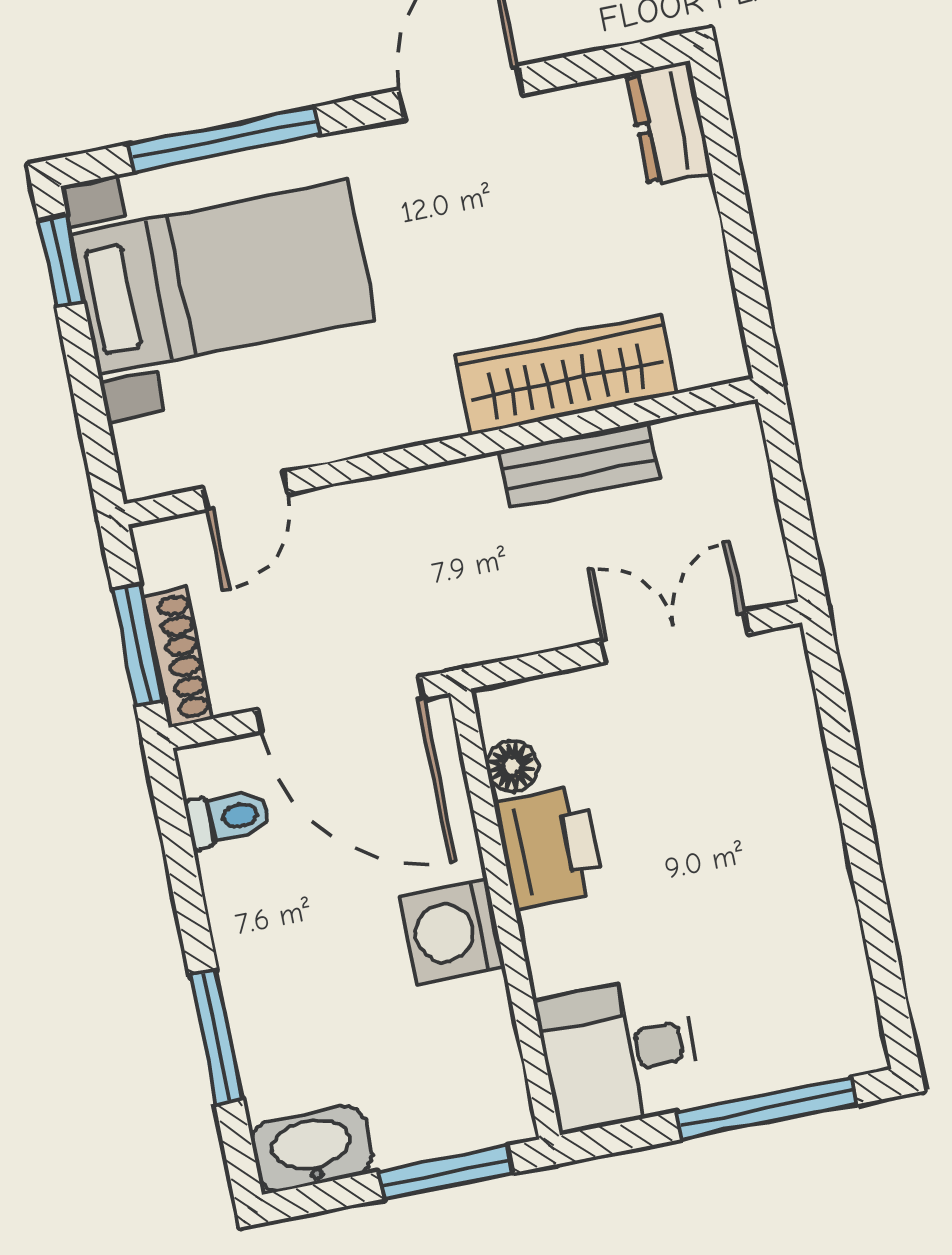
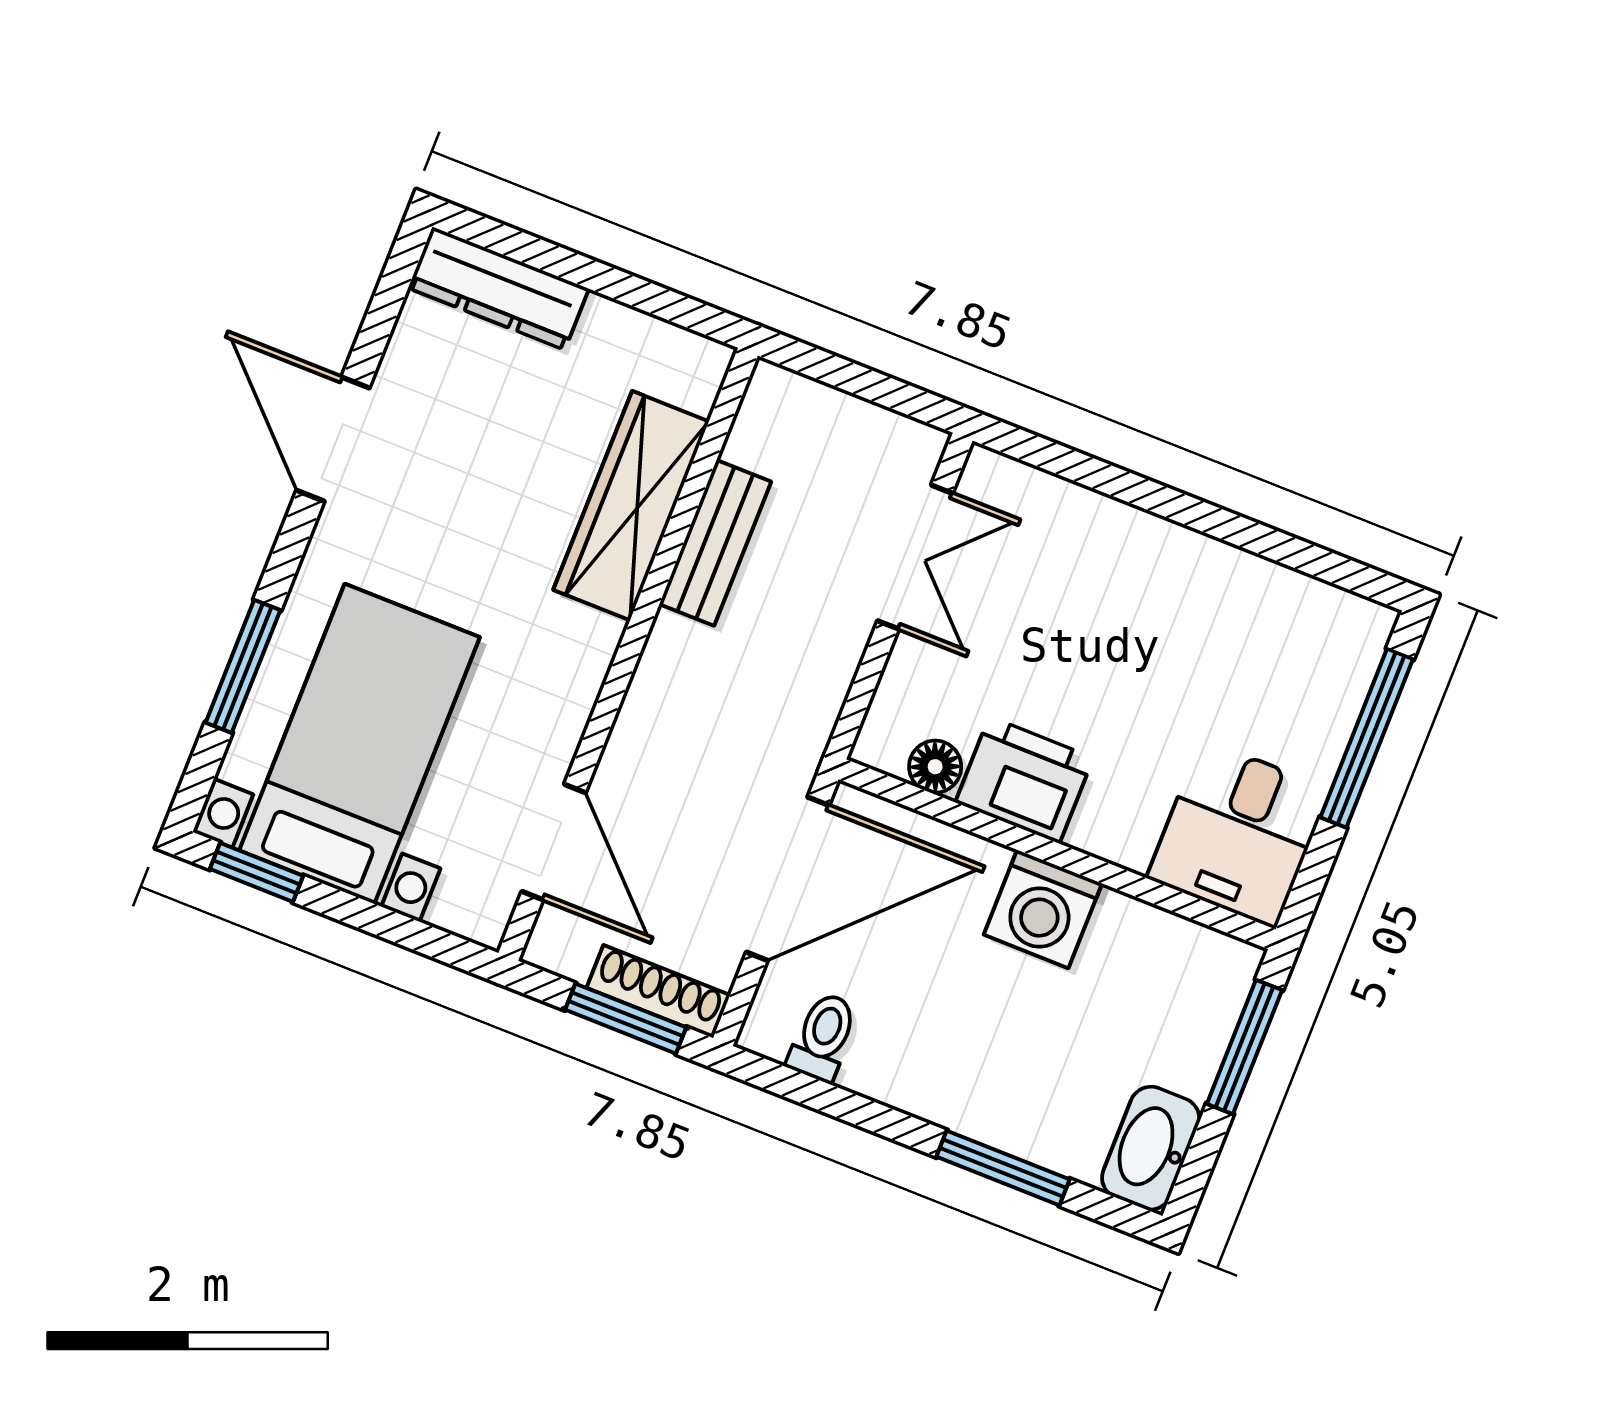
dresser: (669, 124) -> (498, 288), width x1.44
window: (225, 139) -> (243, 666), width x0.69
door: (246, 491) -> (554, 842), width x1.38
double door: (675, 637) -> (915, 557), swing flipped

